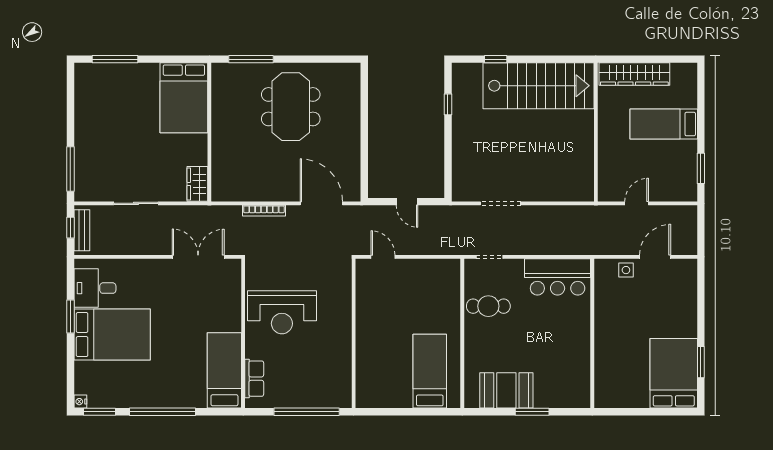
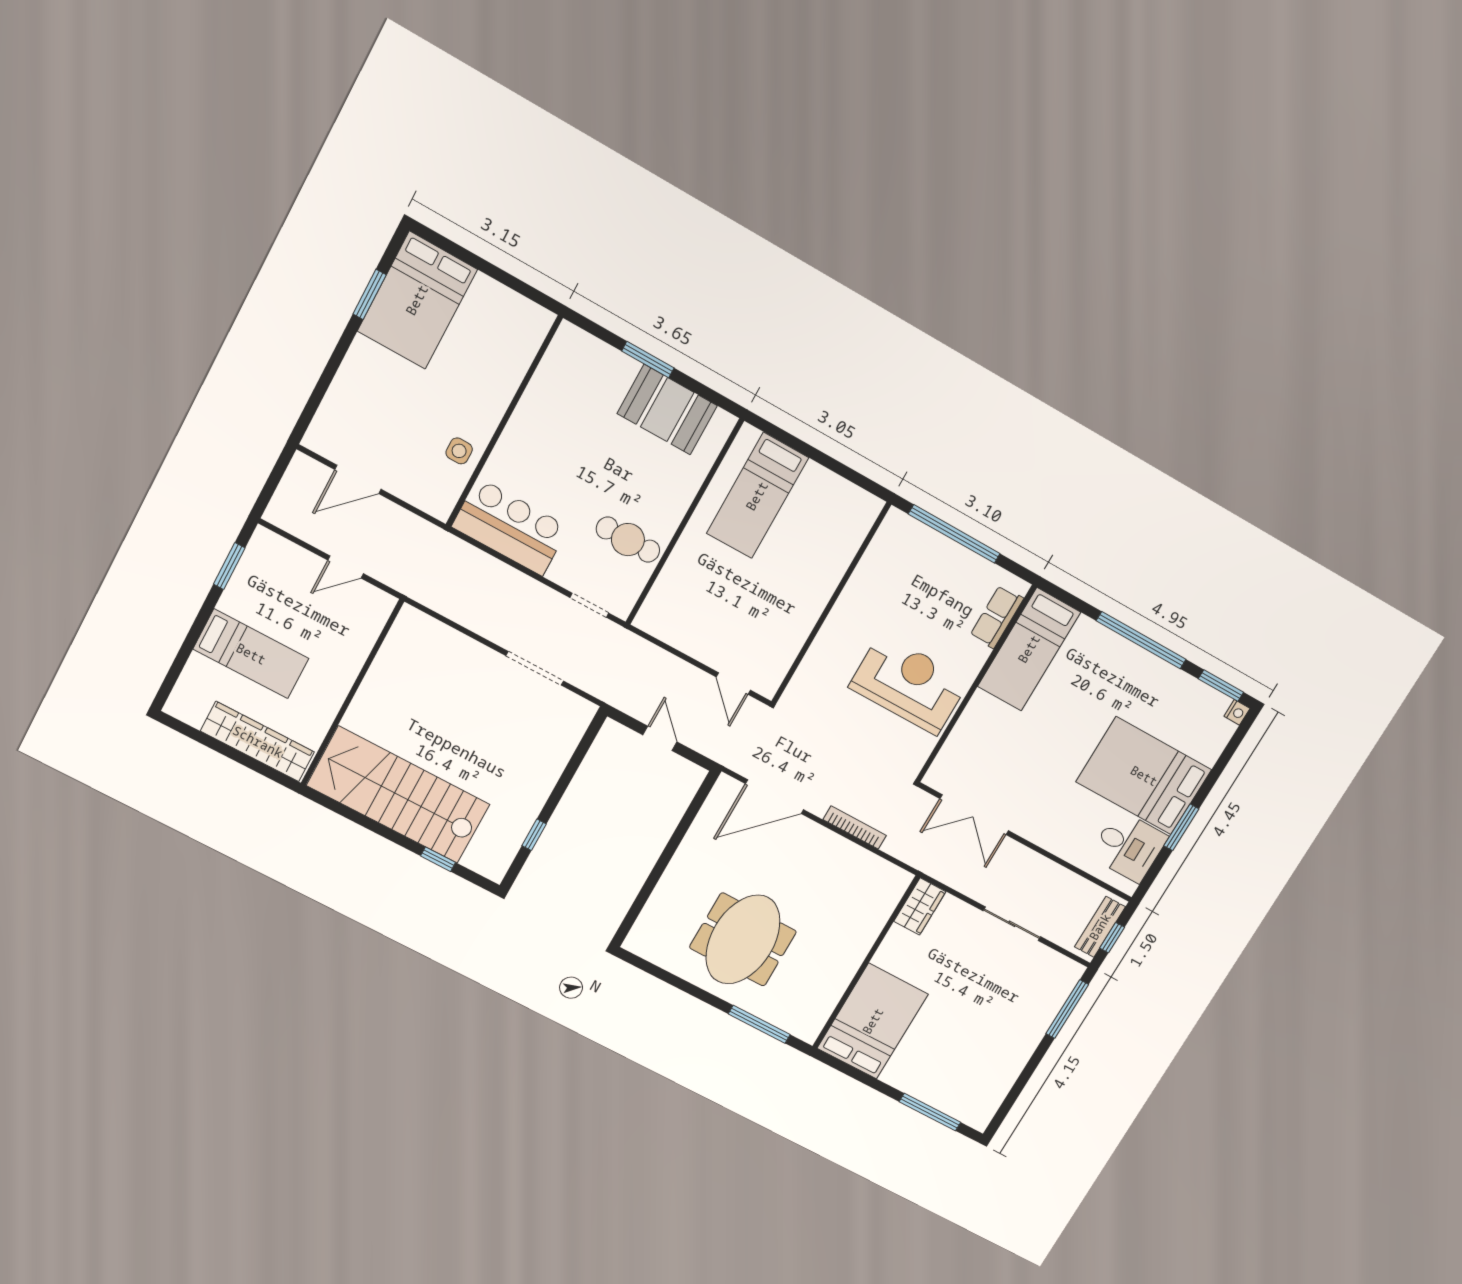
door: (321, 203) -> (775, 797), hinge flipped
side table: (626, 270) -> (459, 451), moved

